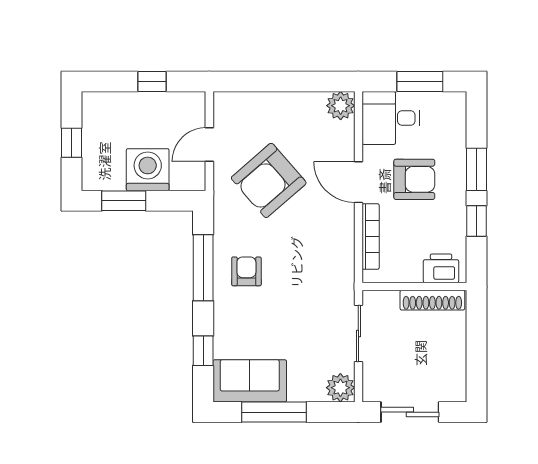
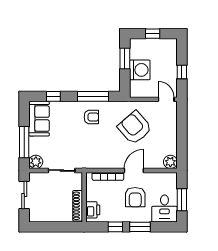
desk: (391, 118) -> (164, 208), moved, turned 180
door: (209, 145) -> (166, 99), moved
window: (274, 412) -> (24, 142), moved

